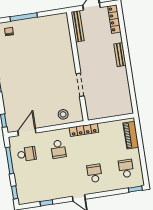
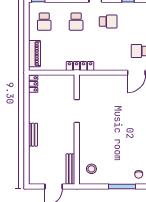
locker: (114, 19) -> (33, 84), moved, width x0.66
stool: (63, 114) -> (91, 169), moved
school desk: (58, 149) -> (108, 22), moved, turned 90

